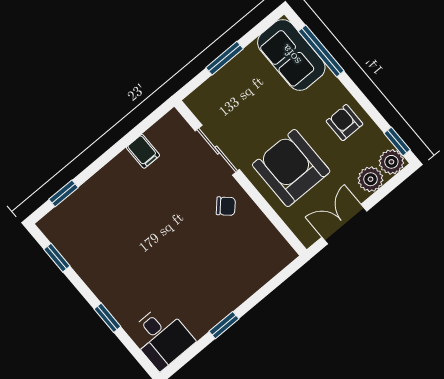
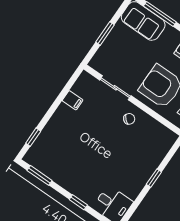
window: (57, 258) -> (40, 175), width x1.50
window: (224, 325) -> (154, 178), moved

